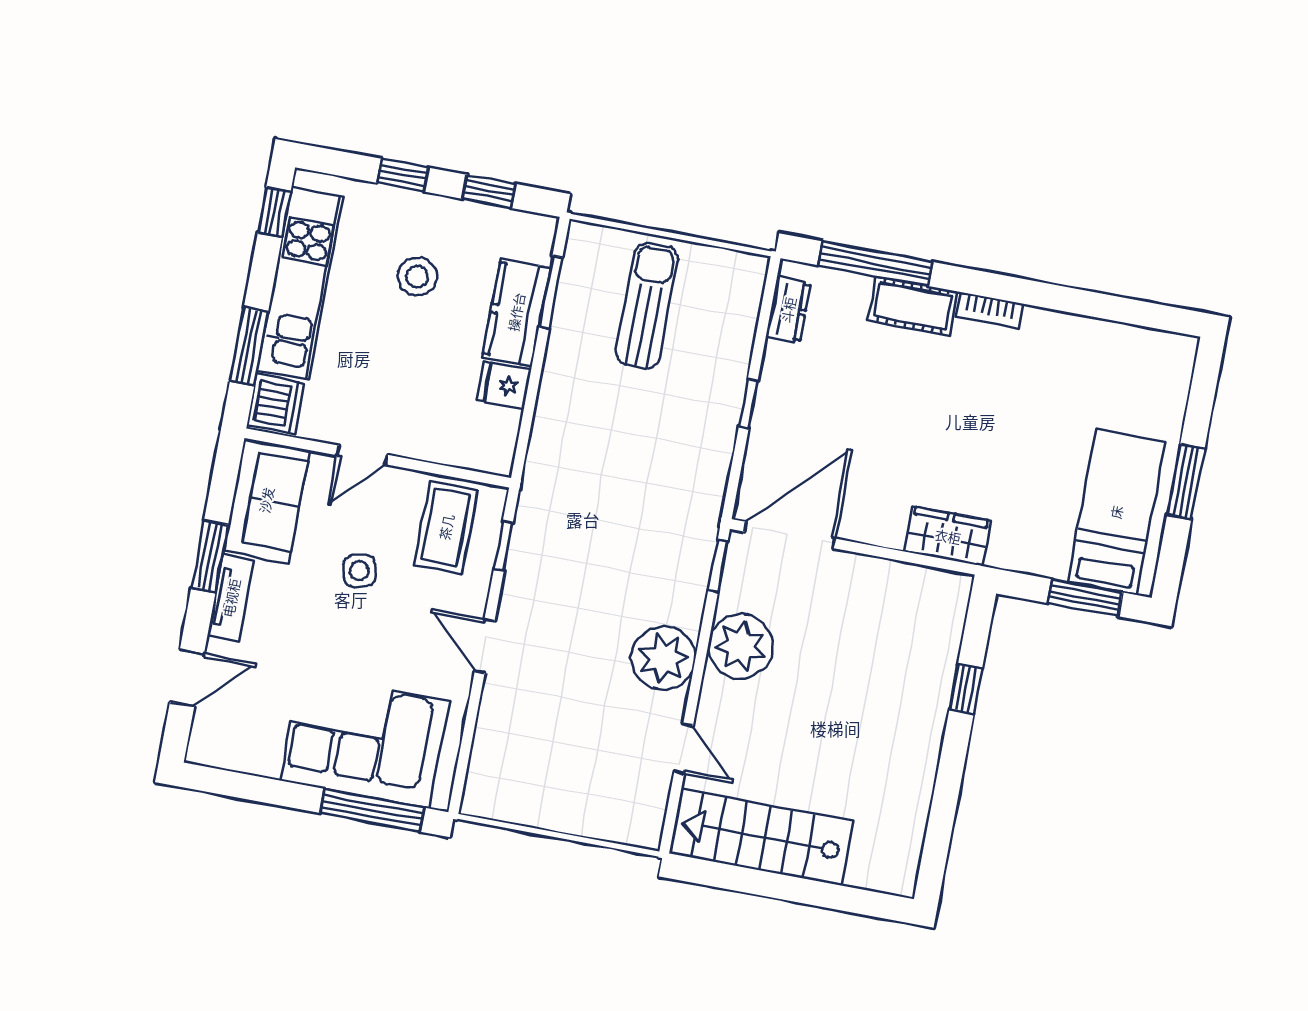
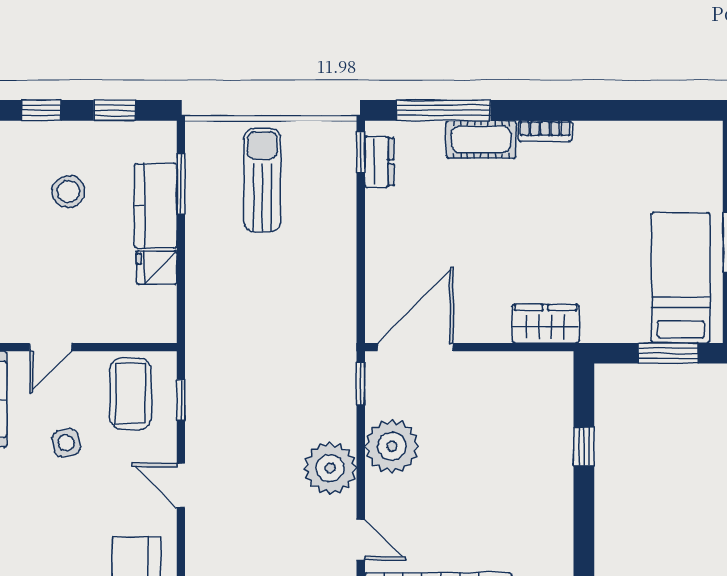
window: (748, 403) -> (361, 152), moved

